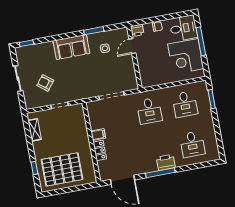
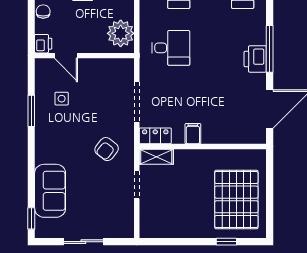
sofa: (71, 47) -> (50, 191), moved
plant: (153, 78) -> (121, 33), added
armchair: (45, 83) -> (107, 149), moved
shelving: (35, 130) -> (156, 157), moved
locker: (100, 150) -> (155, 136), moved
printer: (166, 162) -> (255, 59), moved

